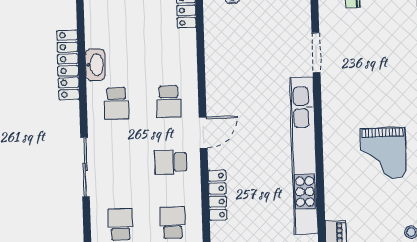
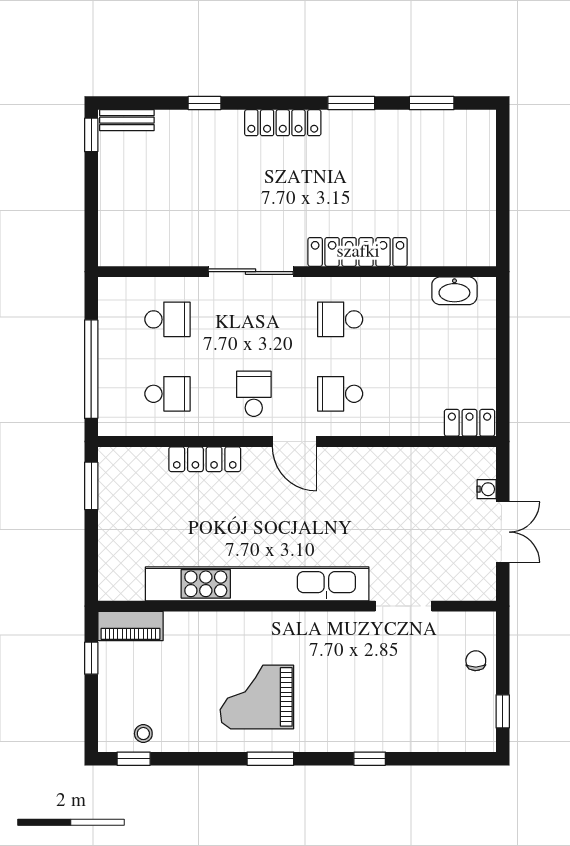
locker: (68, 65) -> (358, 252), moved
washbasin: (95, 65) -> (454, 291), moved

